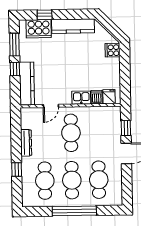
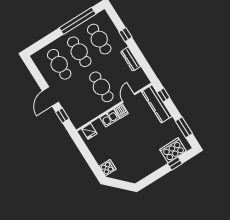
kitchen counter: (73, 26) -> (148, 168), removed
window: (15, 69) -> (163, 95), moved
dishwasher: (97, 97) -> (121, 111), moved
window: (74, 211) -> (78, 21), moved

